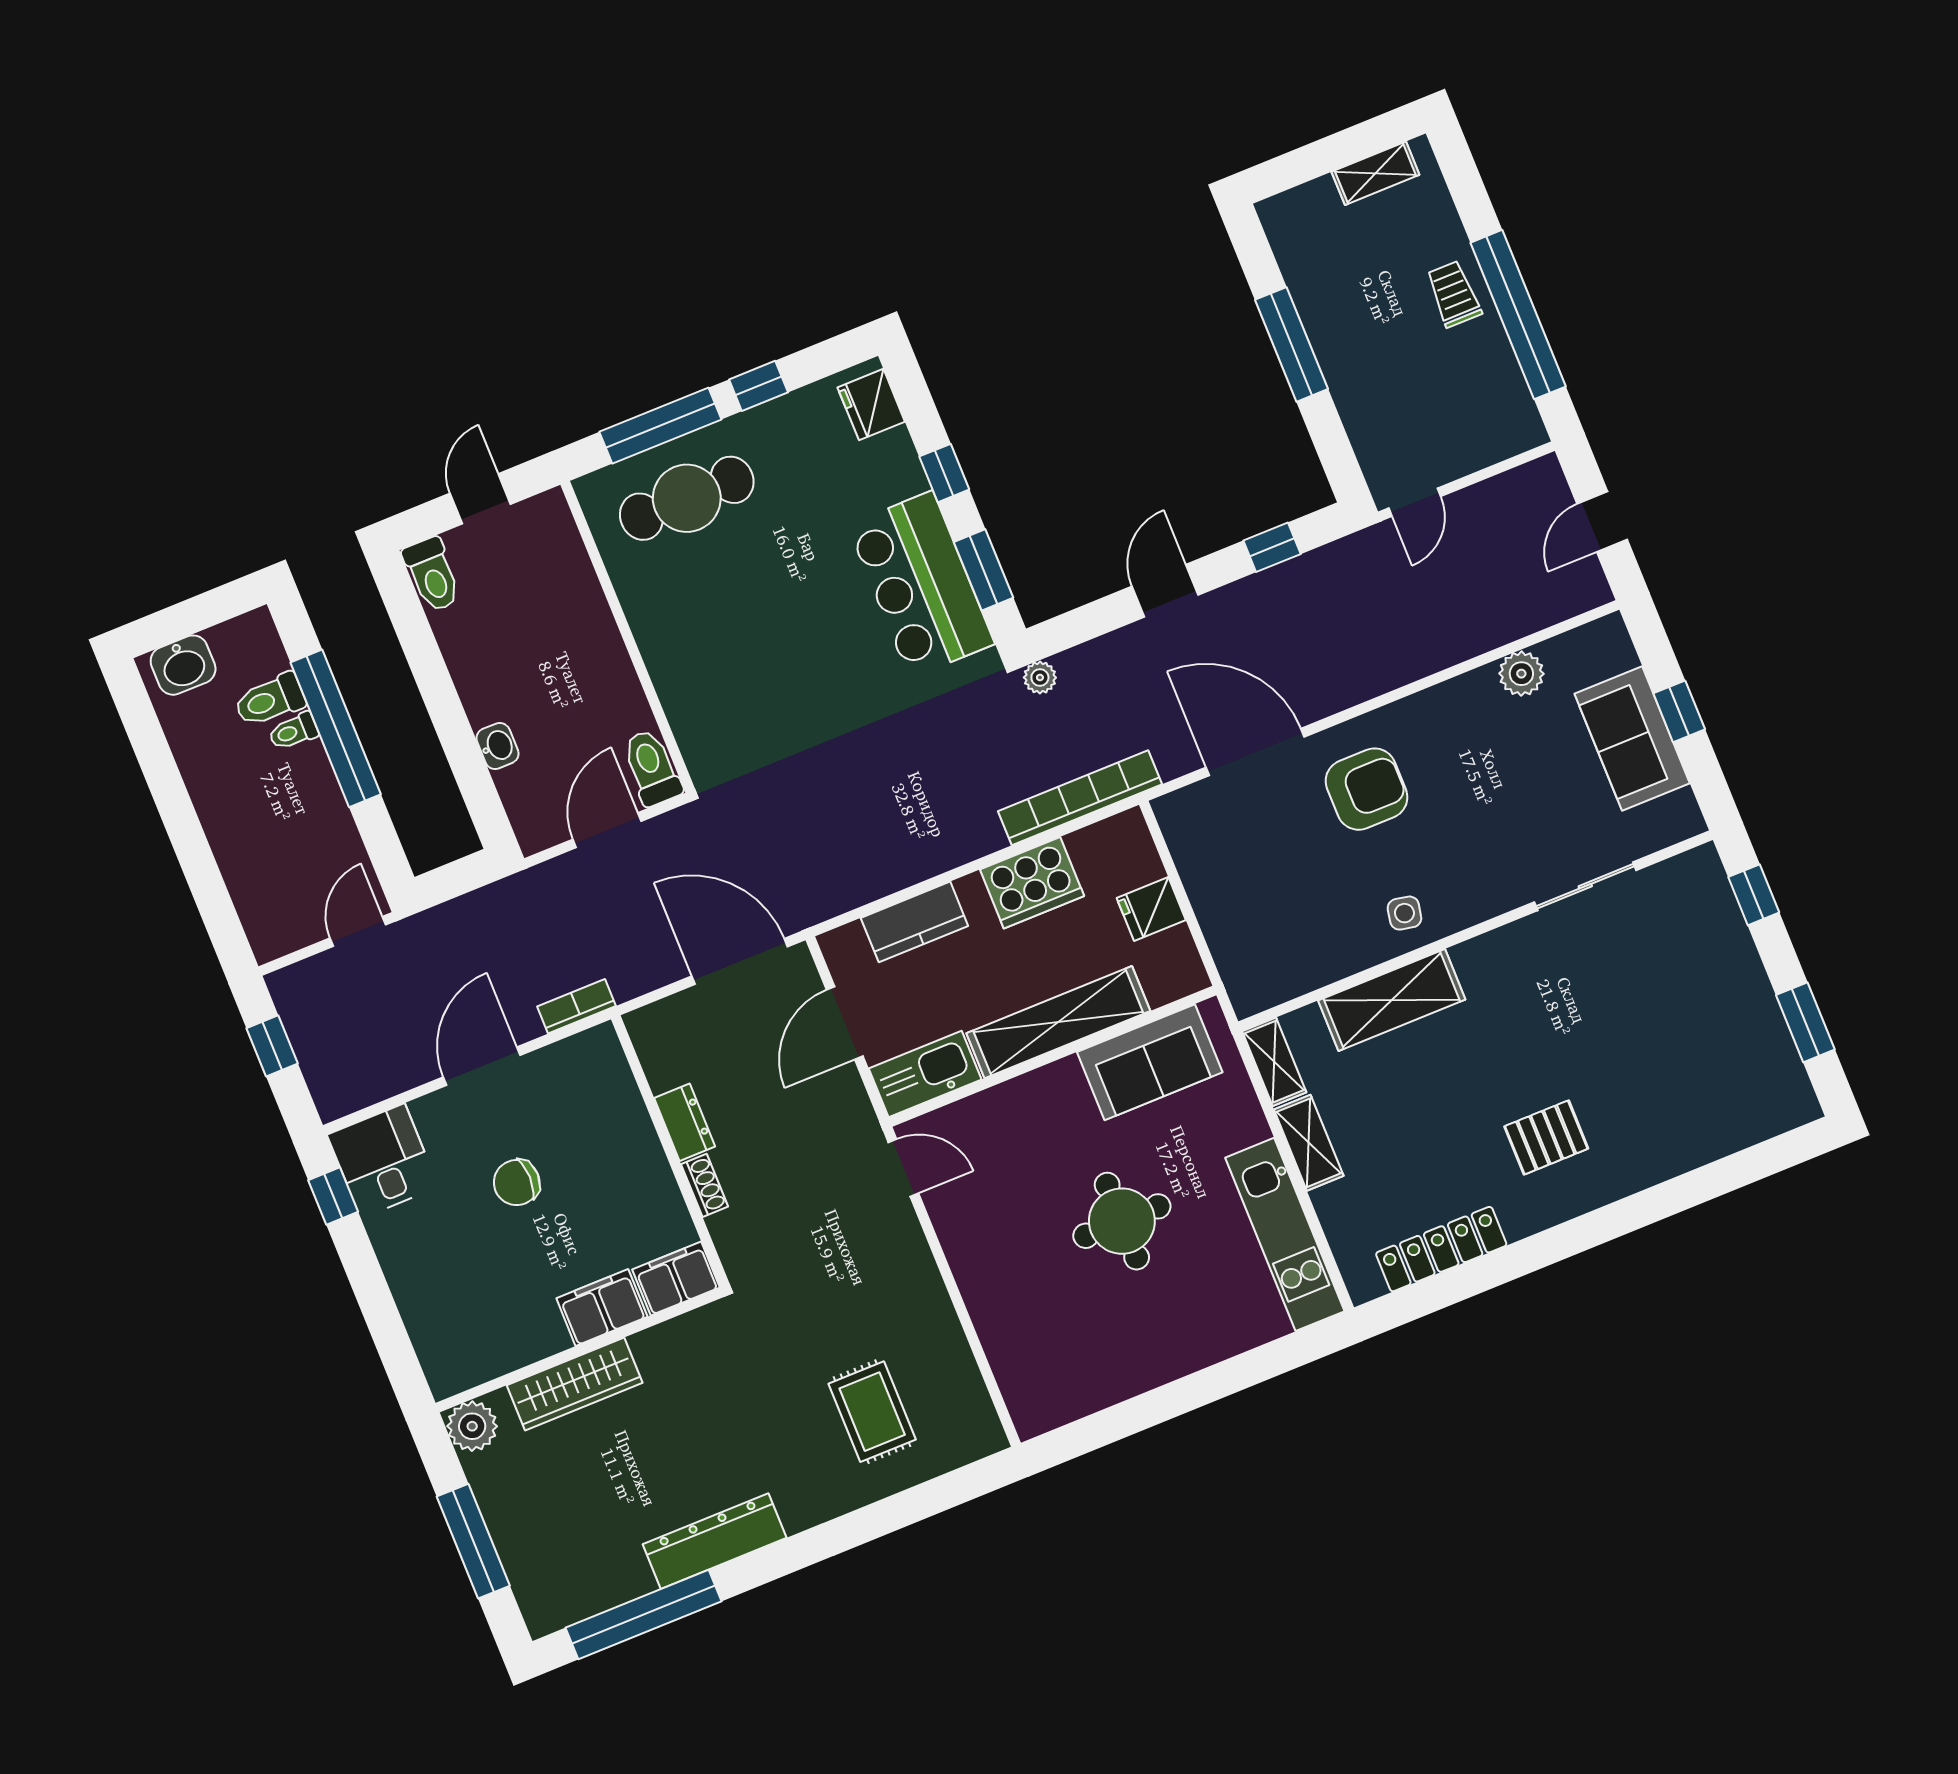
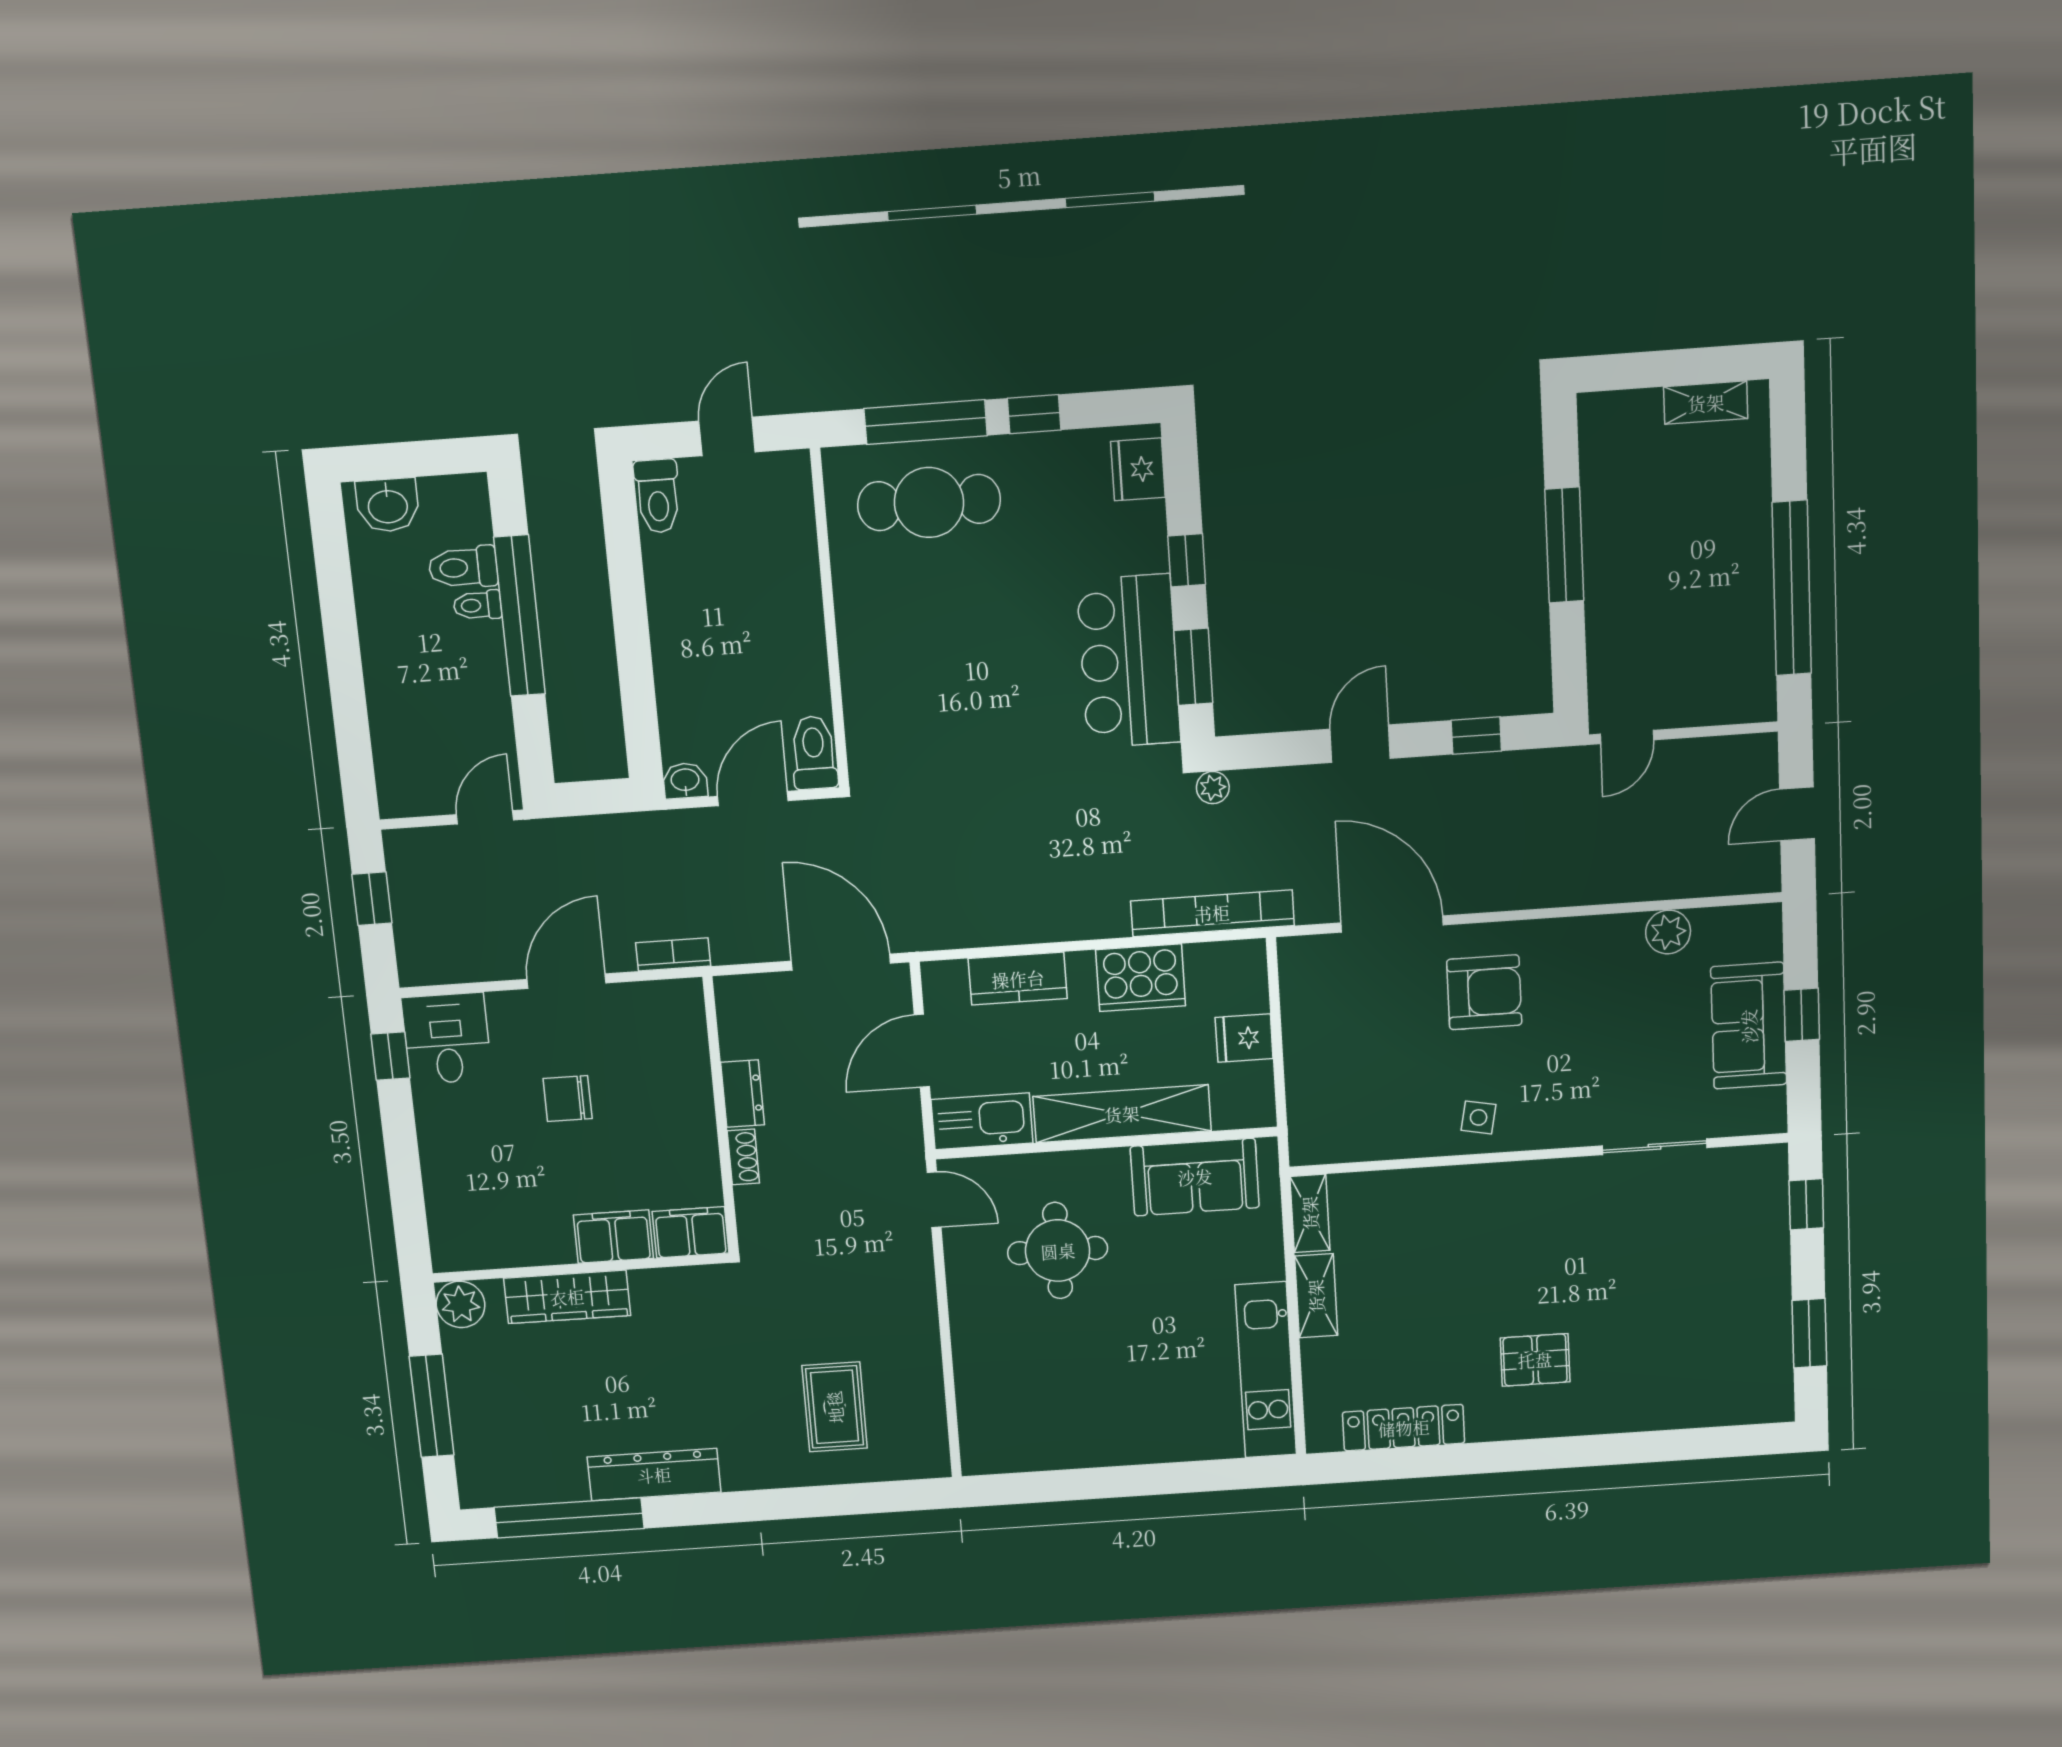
trolley: (1454, 294) -> (1738, 547), removed
washbasin: (497, 746) -> (685, 781), moved, turned -90
shelving: (1392, 1000) -> (1438, 1192), removed
round table: (1122, 1221) -> (1058, 1251), moved

